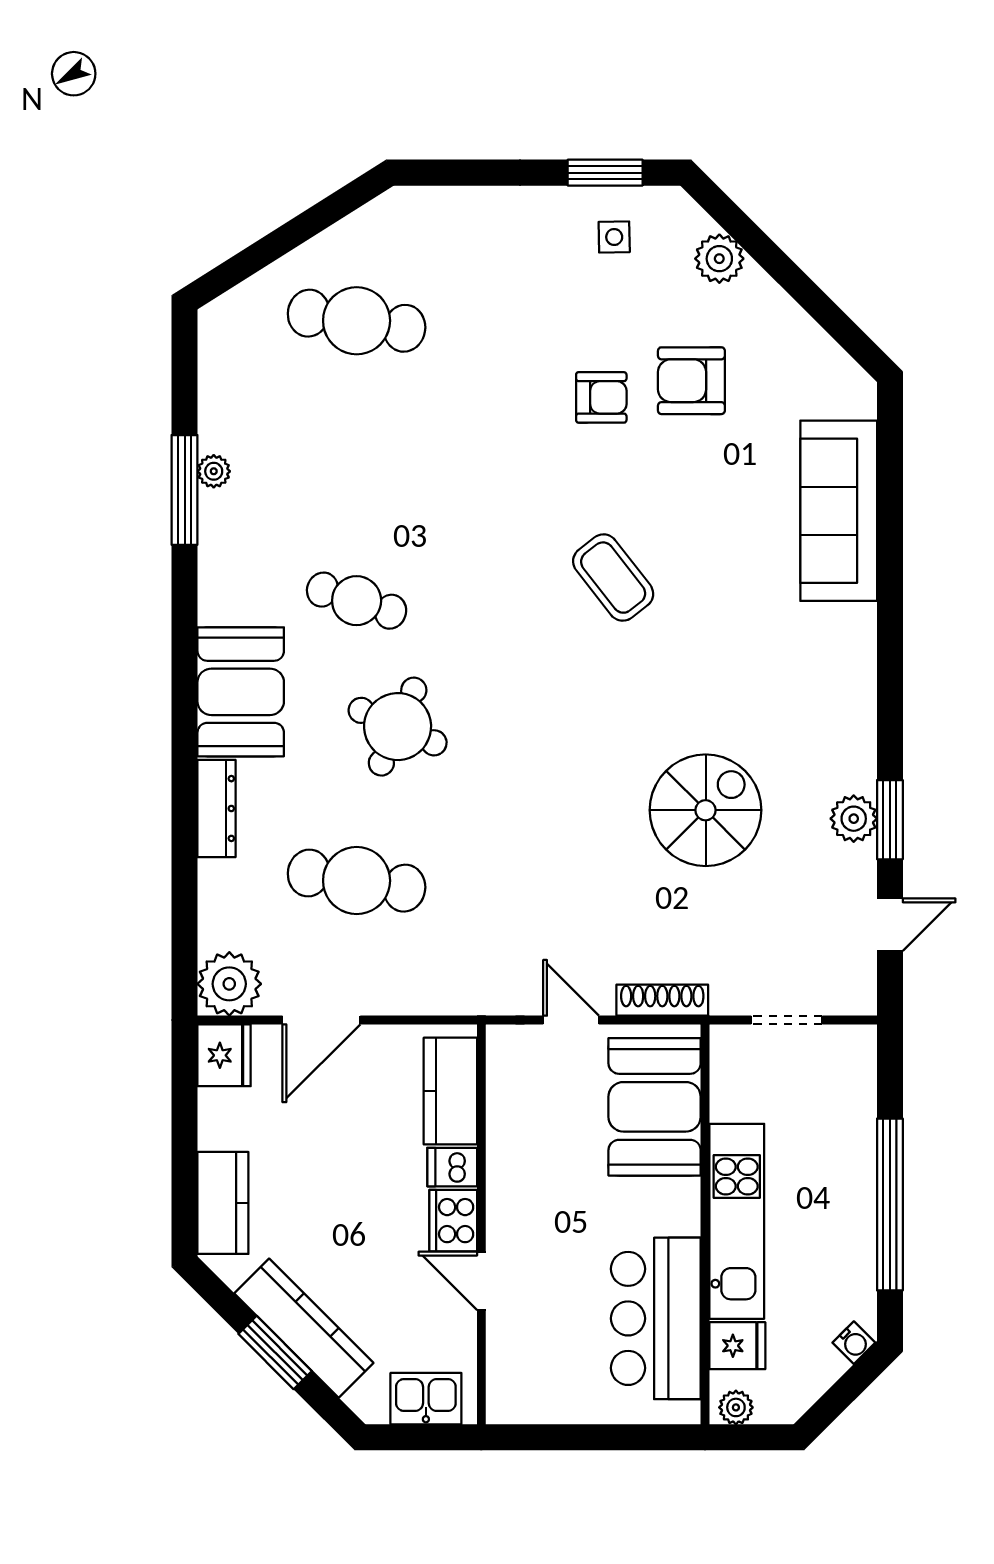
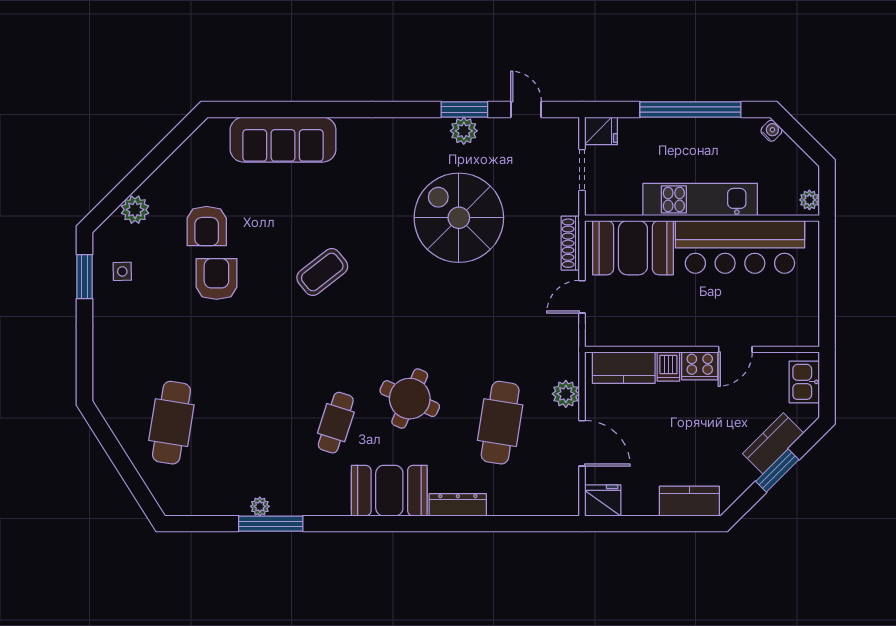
armchair: (601, 397) -> (216, 279), width x1.38, depth x1.38
spiral stairs: (706, 810) -> (459, 218), width x1.37, depth x1.37
plant: (229, 984) -> (566, 394), moved, width x0.73, depth x0.73
bar counter: (656, 1318) -> (740, 247), width x1.36
kitchen counter: (304, 1328) -> (773, 443), width x0.67
fridge: (737, 1346) -> (601, 131), moved, turned 90

